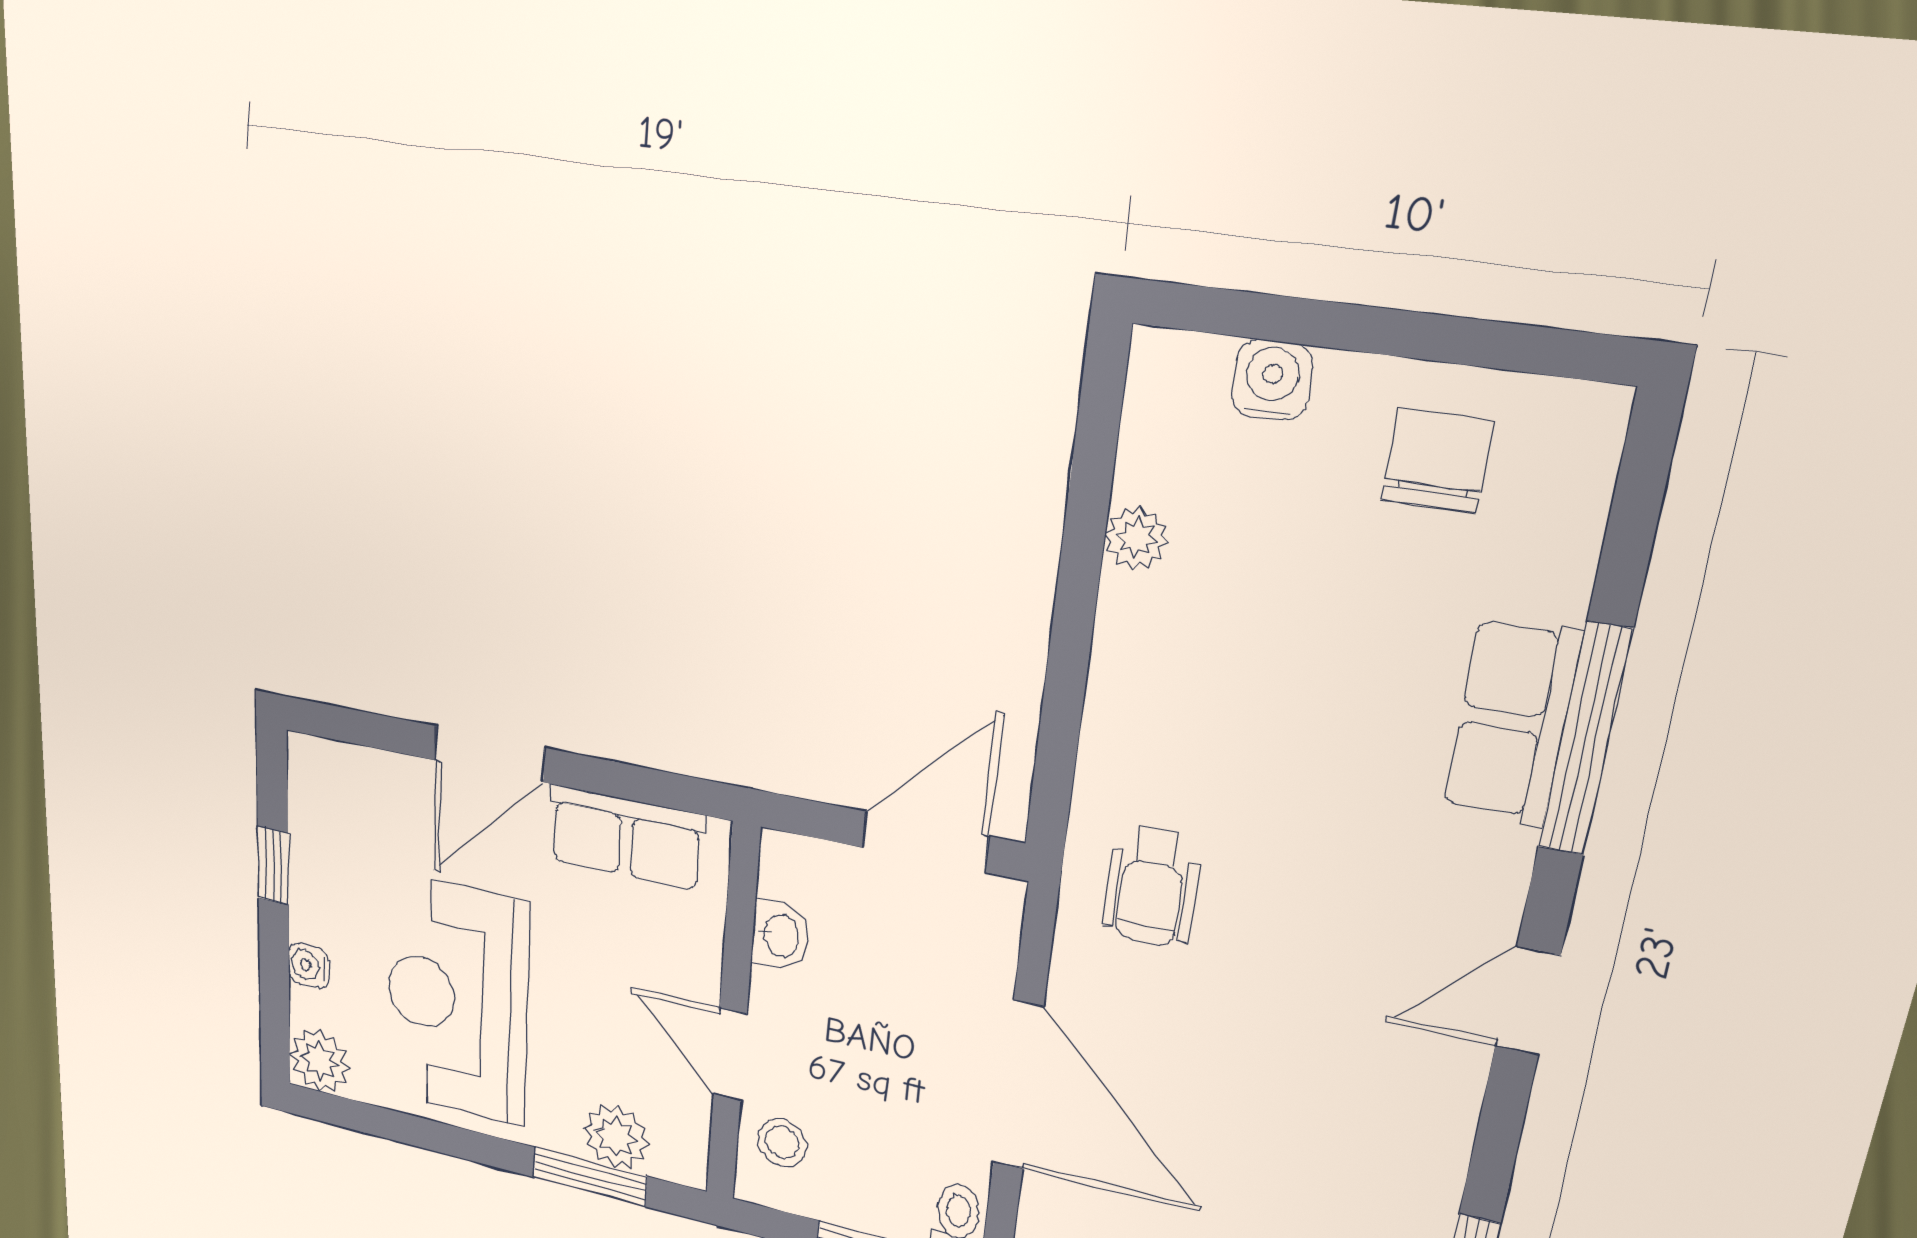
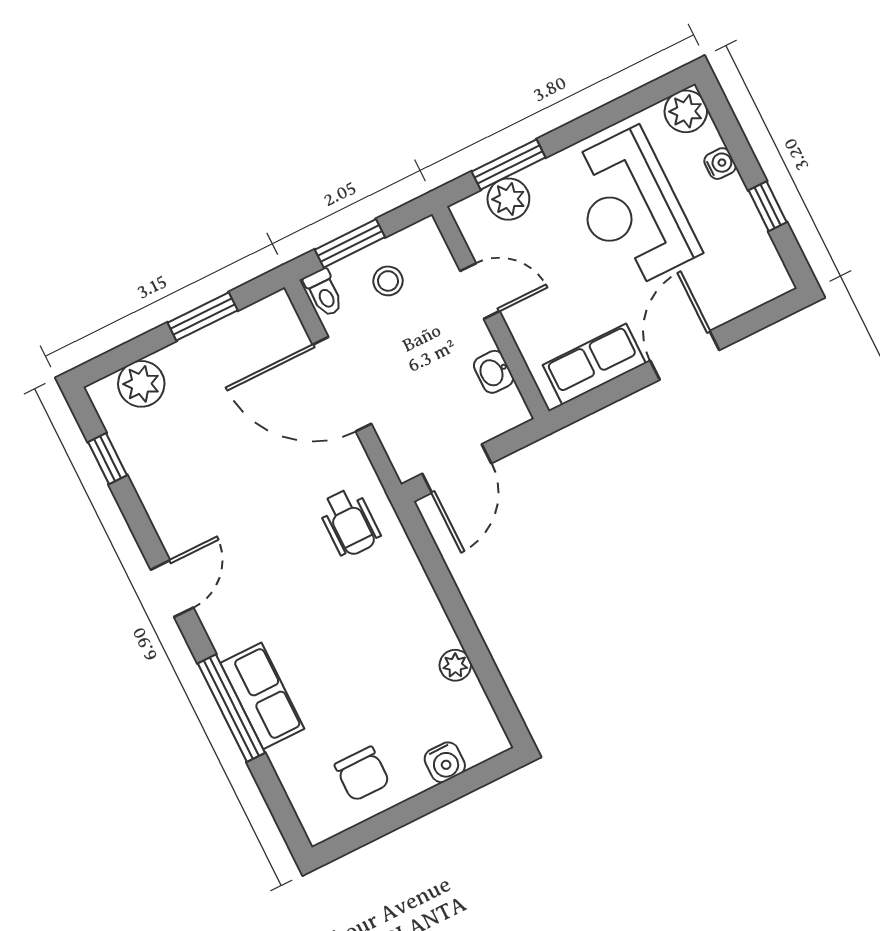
wheelchair: (1151, 886) -> (349, 522), turned 180
reception desk: (457, 1000) -> (631, 209), turned 180
stool: (782, 1142) -> (388, 281), moved

